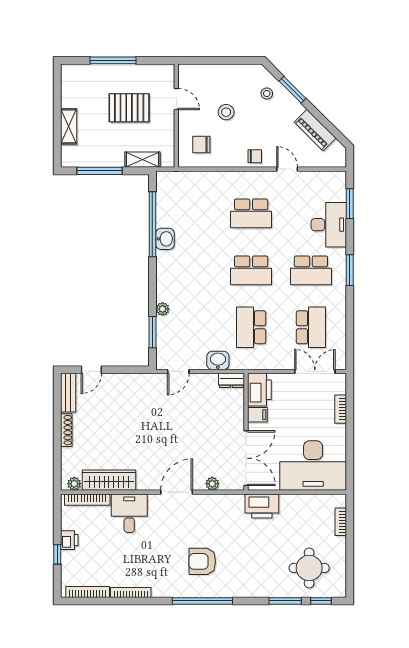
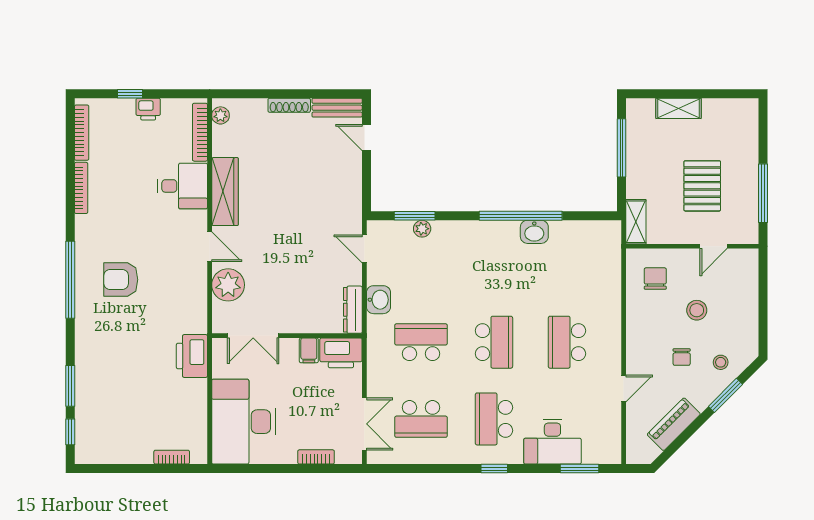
window: (113, 60) -> (763, 193), moved
chair: (255, 156) -> (682, 357), moved
shelving: (143, 160) -> (636, 222), moved
window: (152, 224) -> (521, 216), moved
school desk: (251, 270) -> (494, 342), turned 180
window: (350, 270) -> (494, 469), width x0.67
plant: (163, 309) -> (422, 229), moved
dresser: (231, 380) -> (353, 310), width x1.44
double door: (246, 458) -> (253, 336), width x0.73
wardrobe: (109, 480) -> (225, 192), moved
plant: (212, 484) -> (228, 285), width x1.88, depth x1.88
door: (177, 492) -> (210, 247), width x0.73
armchair: (202, 561) -> (121, 280), turned -90
round table: (309, 568) -> (112, 417), removed

